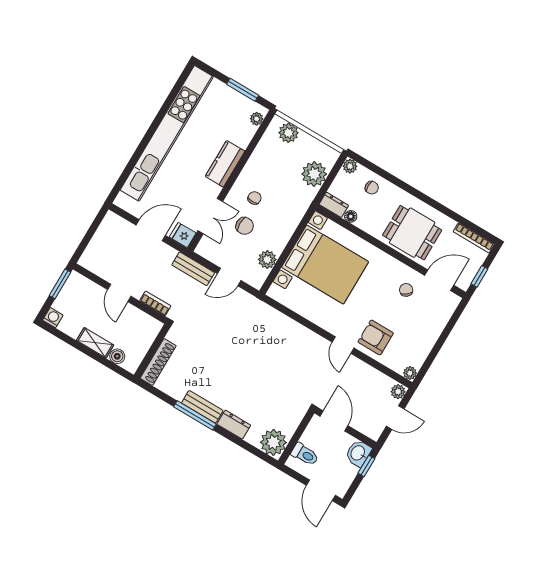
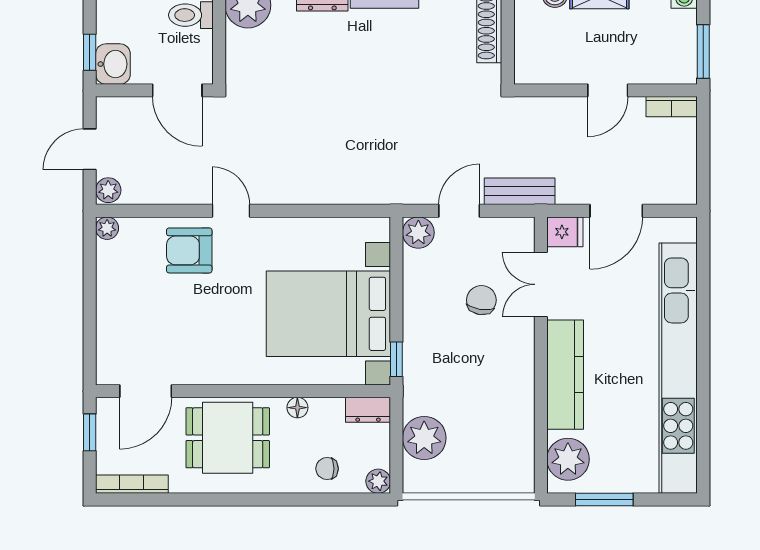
plant: (257, 119) -> (568, 459), width x1.87, depth x1.87
plant: (289, 133) -> (499, 476), removed
kitchen counter: (225, 164) -> (565, 375), width x1.50
chair: (254, 198) -> (491, 350), removed
floor lamp: (351, 216) -> (297, 408), moved
window: (305, 222) -> (396, 359), added
chair: (245, 226) -> (481, 300), turned 99
plant: (267, 260) -> (418, 233), moved
chair: (406, 290) -> (186, 348), removed
door: (119, 293) -> (608, 90), swing flipped
bookcase: (155, 303) -> (672, 107), moved
armchair: (376, 338) -> (189, 250), turned 180

